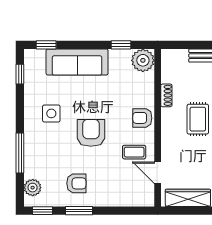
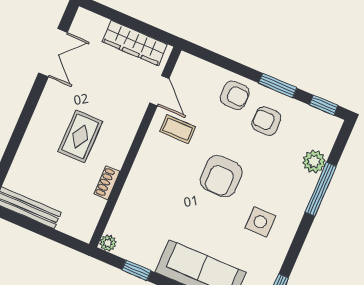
plant: (143, 60) -> (108, 243), width x0.53, depth x0.53
armchair: (142, 118) -> (235, 95), moved
plant: (33, 188) -> (314, 161), moved

